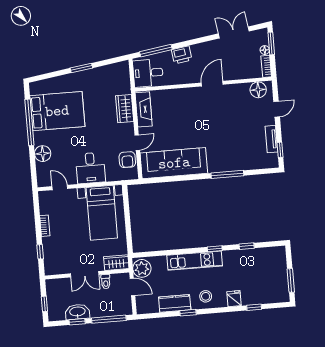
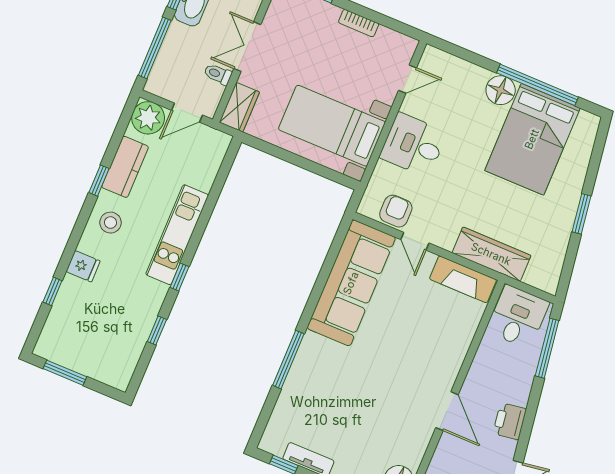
printer: (182, 55) -> (510, 421), moved
wardrobe: (125, 109) -> (491, 254), width x1.50
floor lamp: (43, 154) -> (501, 90), moved
armchair: (127, 160) -> (396, 211), turned 90
plant: (142, 268) -> (148, 118), moved

